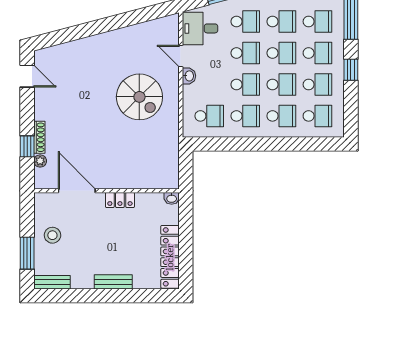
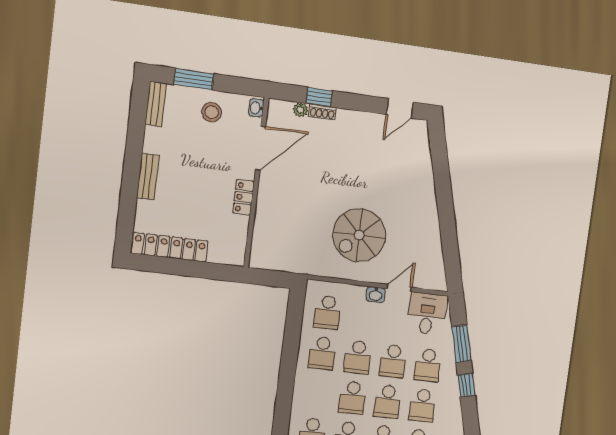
school desk: (281, 116) -> (317, 394), removed
shoe rack: (39, 137) -> (322, 112), width x0.70
washbasin: (172, 198) -> (256, 108), moved

